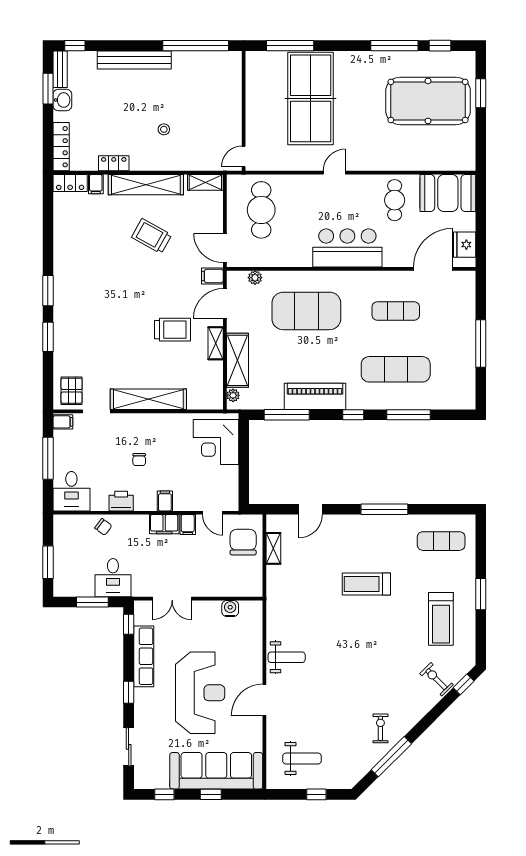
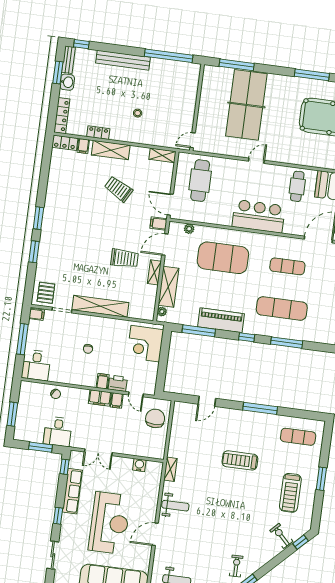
shelving: (146, 185) -> (111, 150), width x0.68
printer: (121, 501) -> (118, 383), moved
shelving: (273, 548) -> (170, 469), moved

